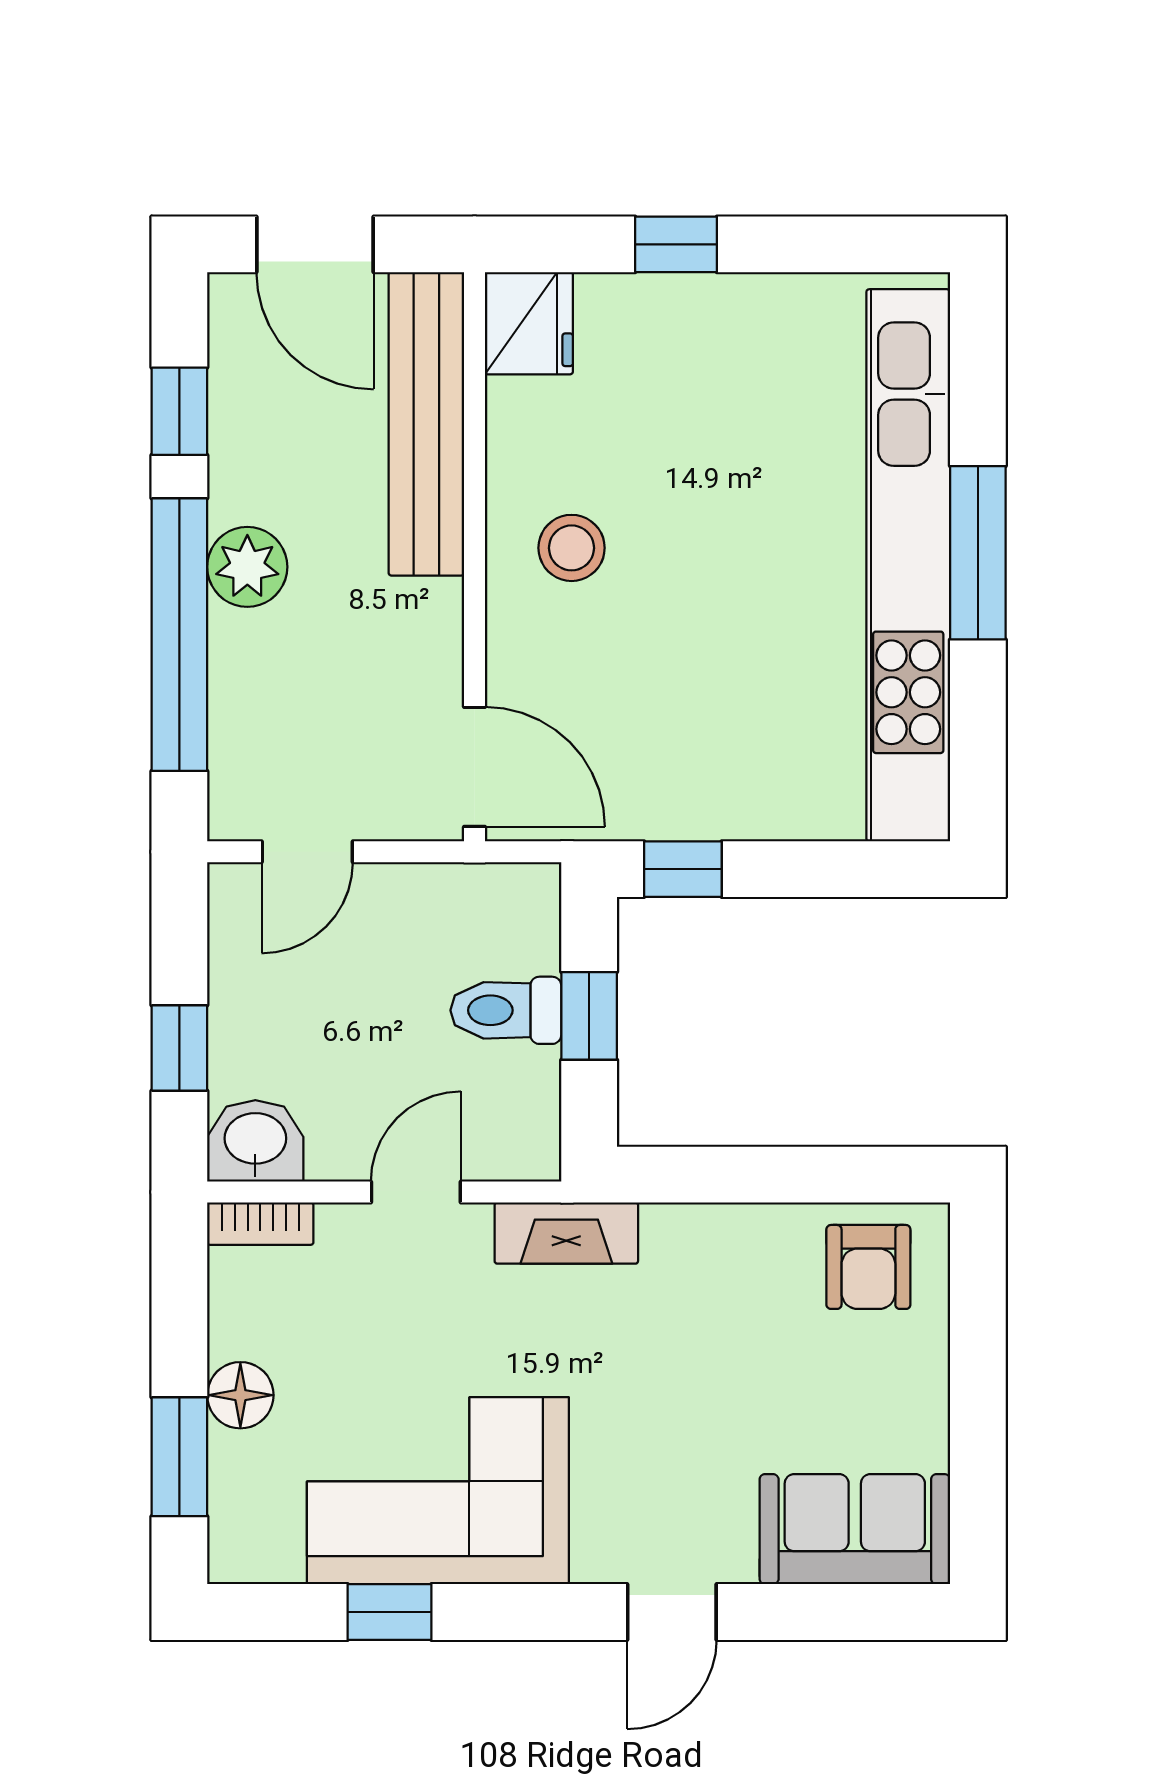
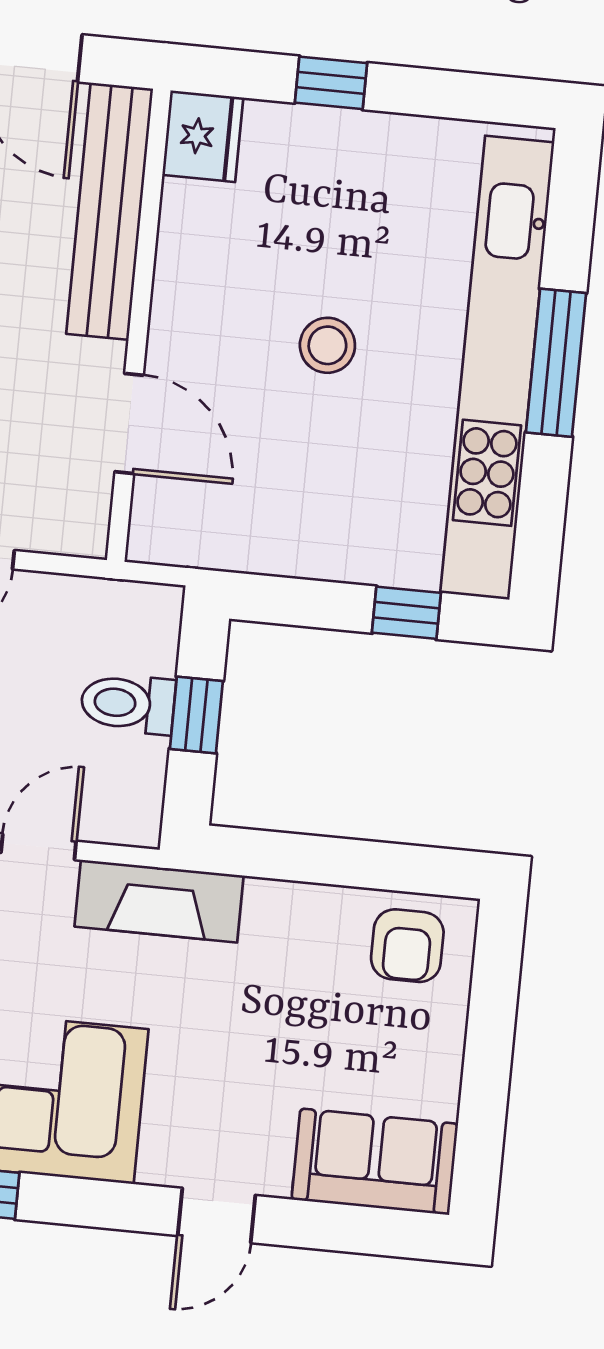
stool: (572, 548) -> (327, 345), moved
door: (475, 767) -> (129, 423), moved
window: (683, 869) -> (406, 613), moved
fireplace: (566, 1233) -> (159, 901), width x1.37, depth x1.32

